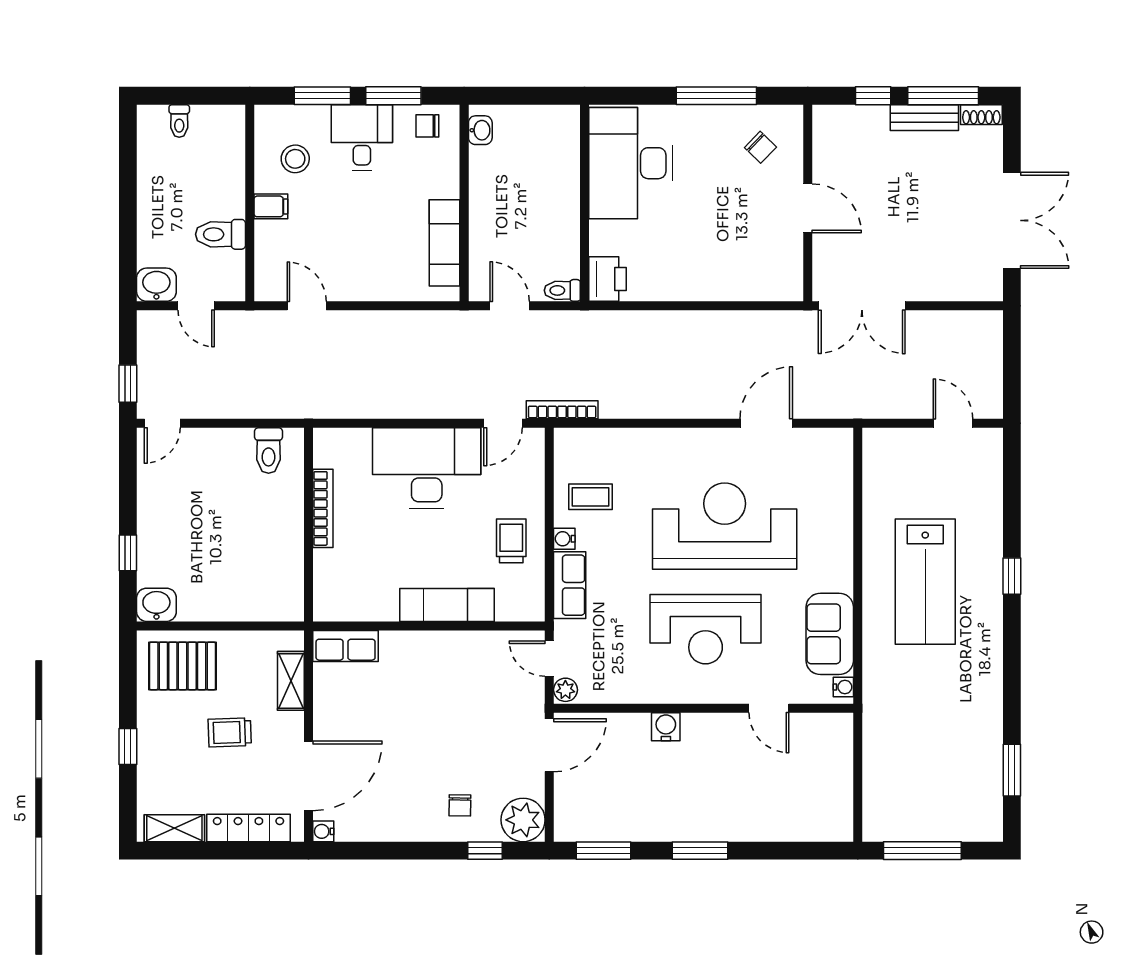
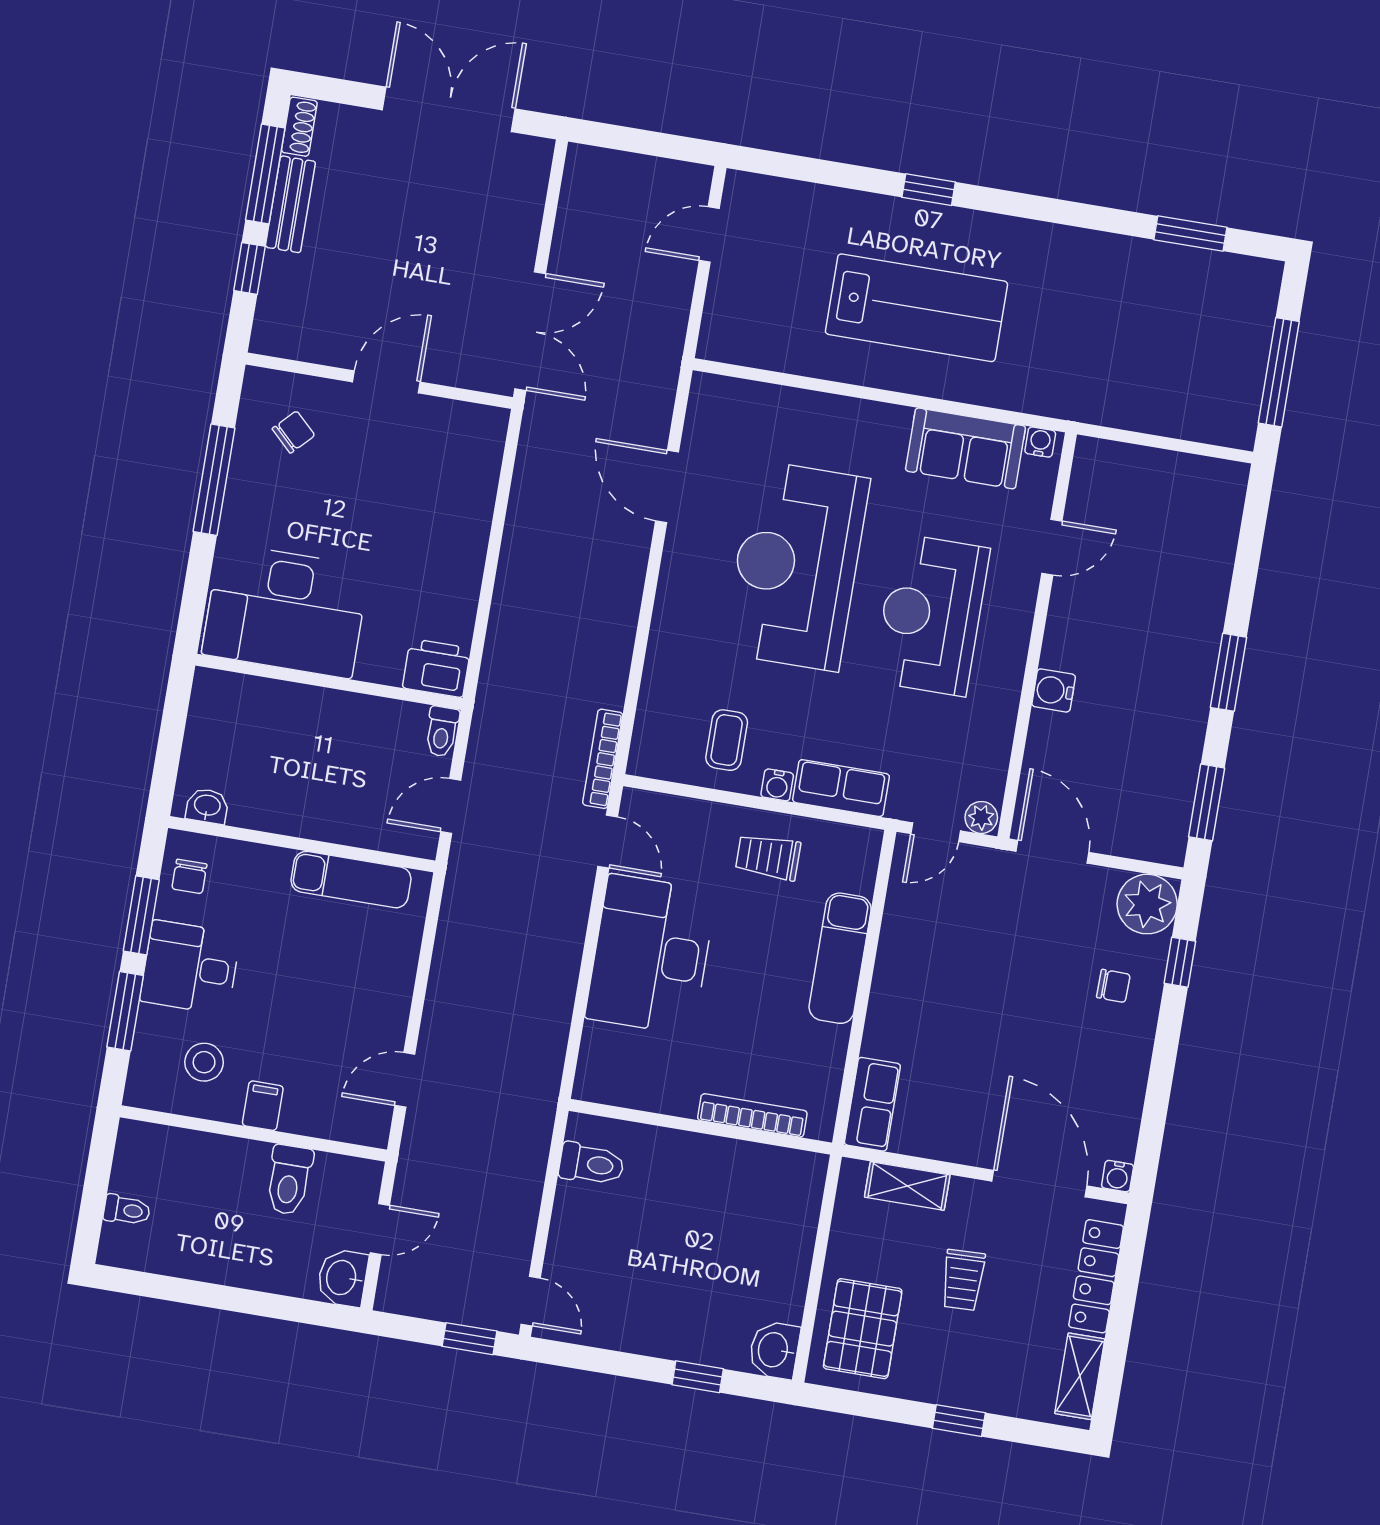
bookcase: (323, 508) -> (752, 1115), moved
reception desk: (706, 629) -> (931, 615), turned 180

